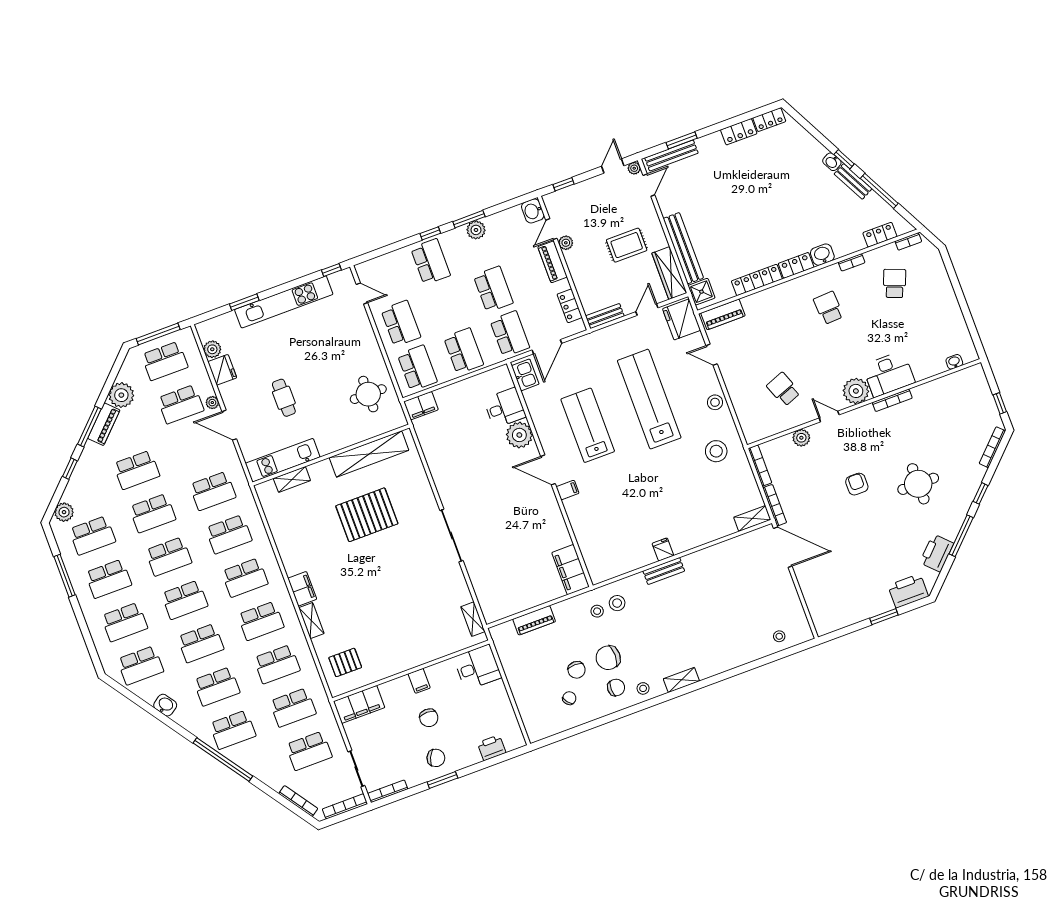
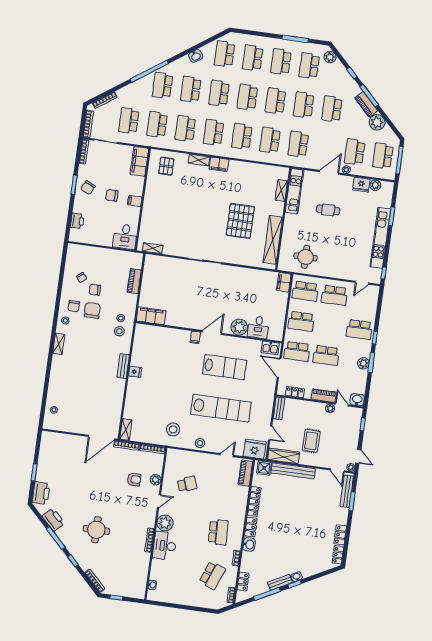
school desk: (895, 283) -> (212, 575), width x1.85
school desk: (829, 308) -> (218, 532), width x1.85
armchair: (857, 484) -> (134, 479), moved

